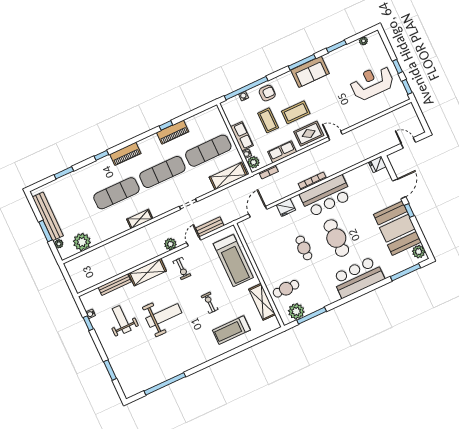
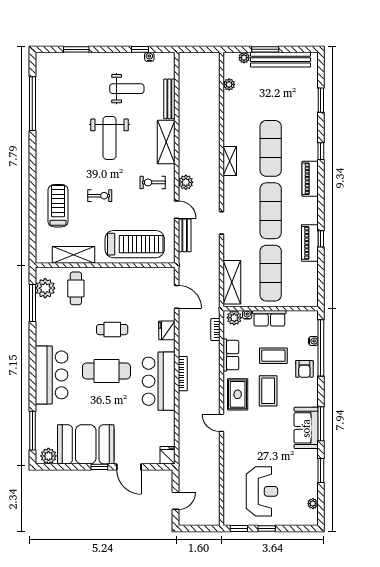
door: (335, 136) -> (222, 423), swing flipped
plant: (82, 242) -> (229, 84), width x0.53, depth x0.53
treadmill: (233, 261) -> (135, 244), turned 180

